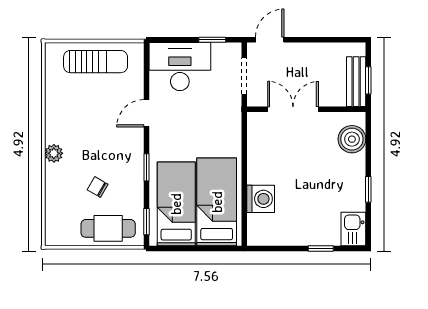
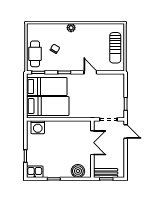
desk: (180, 67) -> (113, 88), removed
washing machine: (261, 199) -> (38, 127), moved

